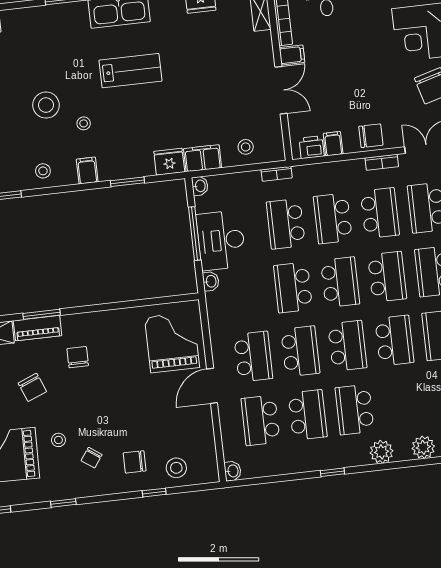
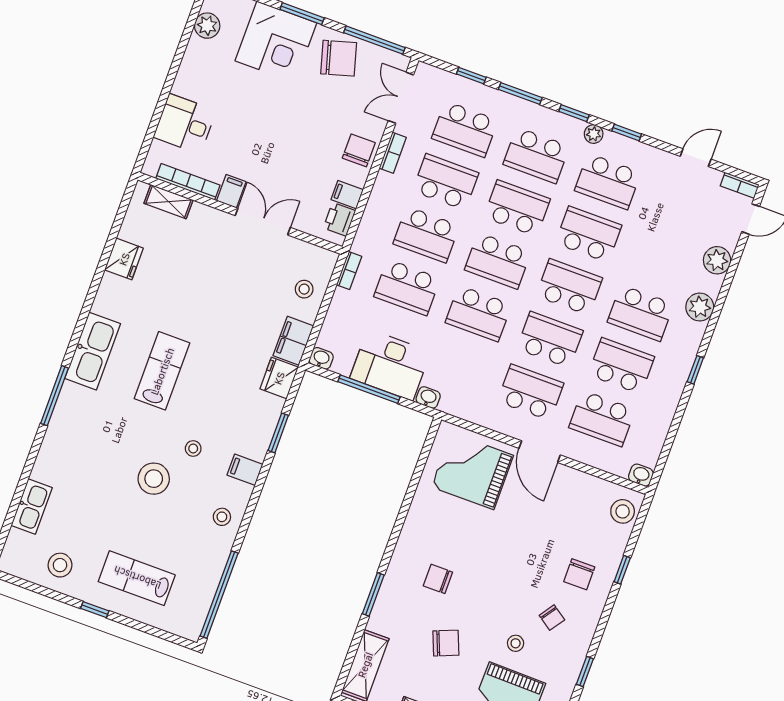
school desk: (340, 282) -> (498, 261), turned 180
piano: (38, 328) -> (386, 606), removed
stool: (176, 468) -> (623, 511), moved

